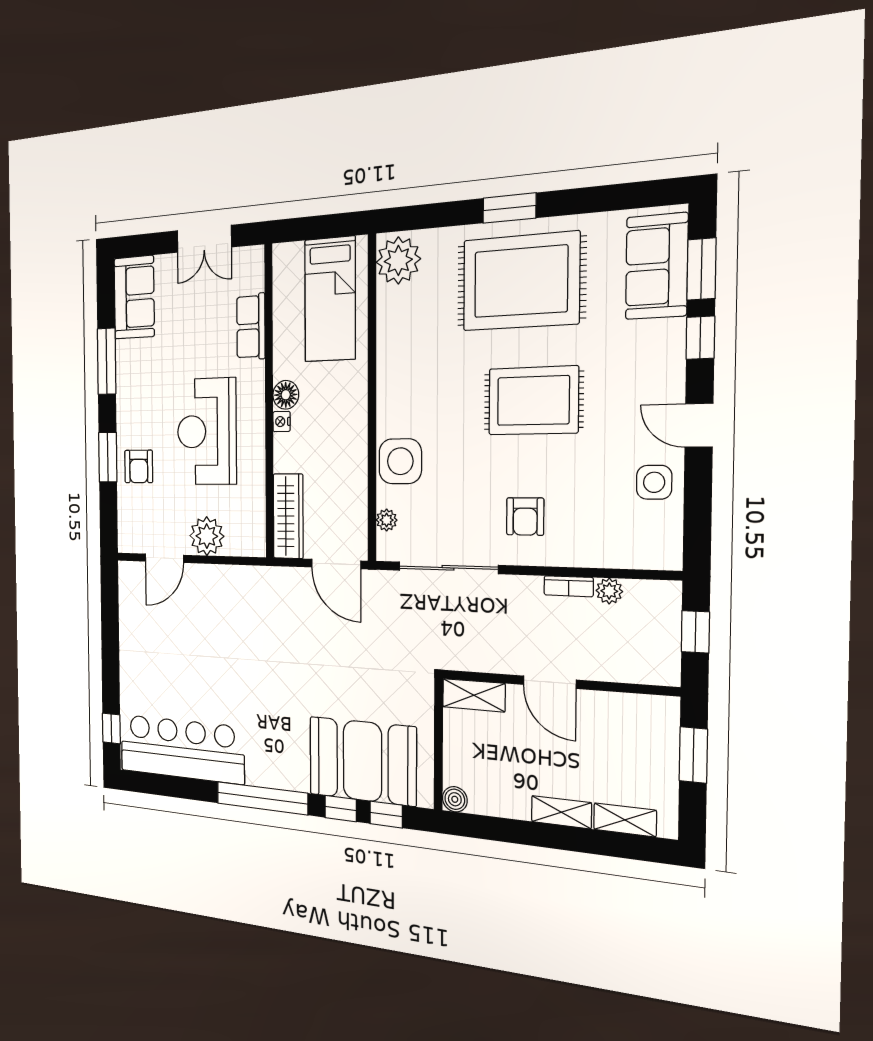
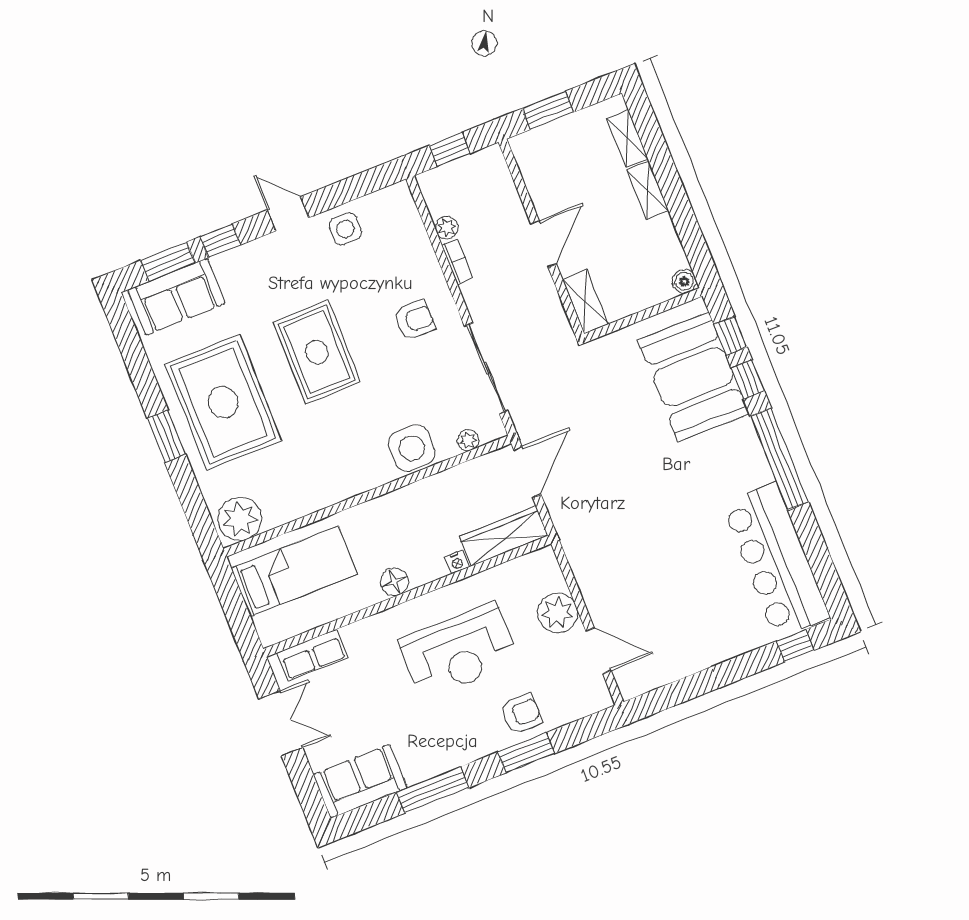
row of seats: (251, 327) -> (312, 655), moved
nightstand: (282, 422) -> (457, 562), moved
door: (699, 425) -> (288, 214), swing flipped

